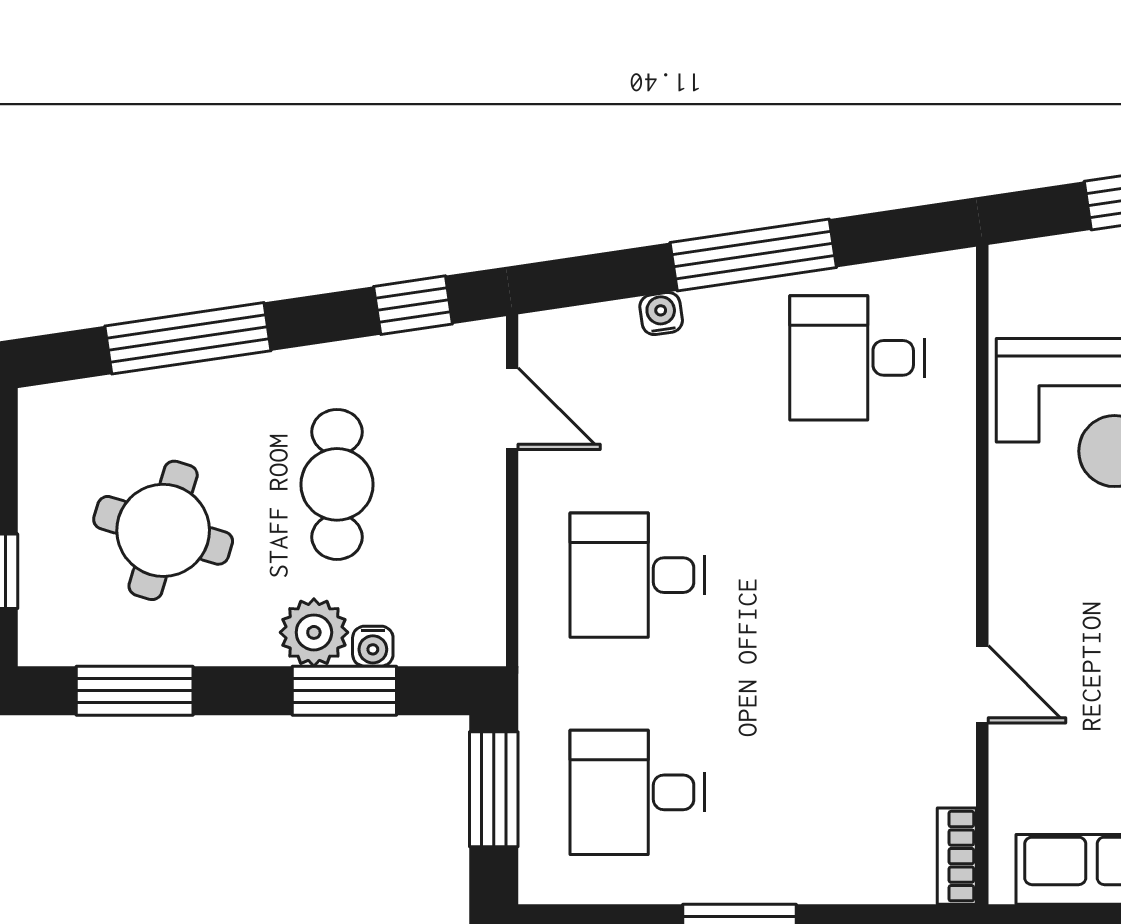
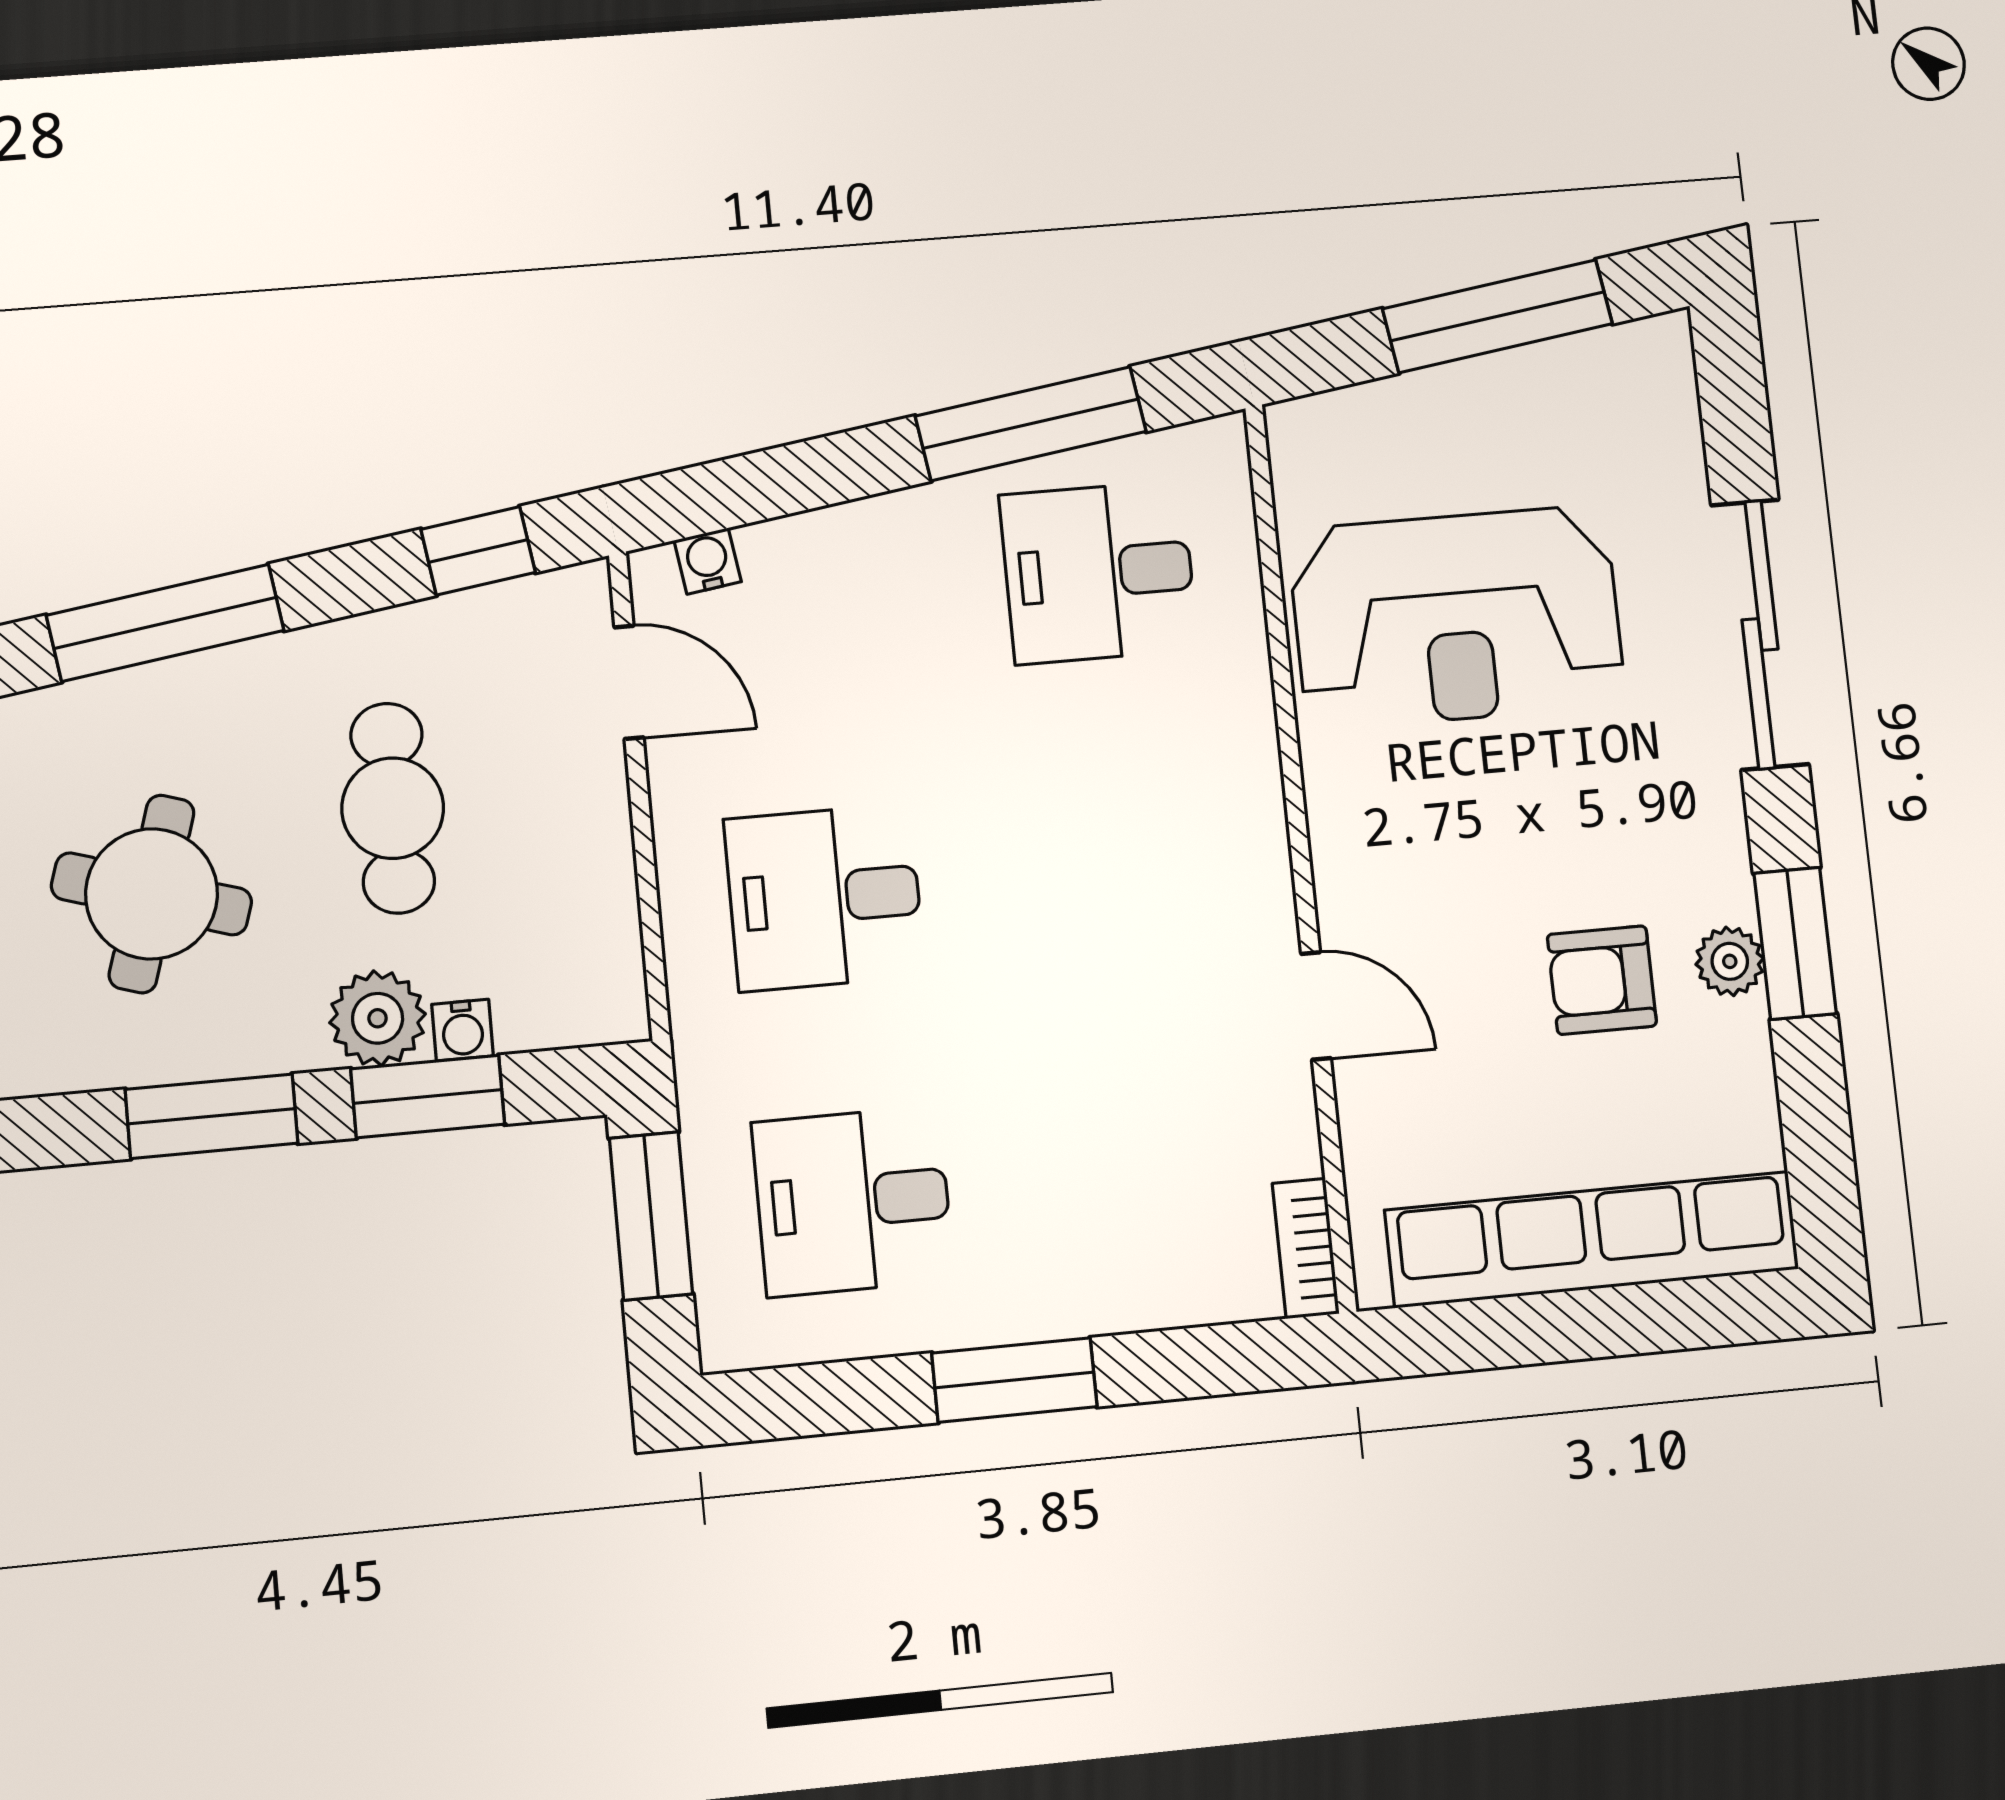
window: (753, 255) -> (1031, 424), moved
water cooler: (661, 314) -> (708, 561), moved
window: (135, 691) -> (212, 1116), moved

